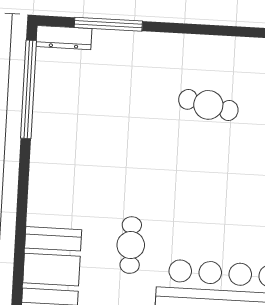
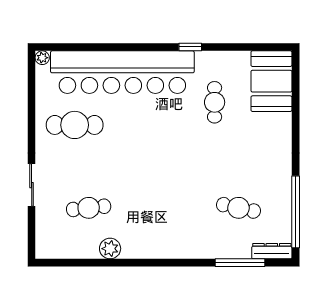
cafe table: (208, 105) -> (238, 208), moved

